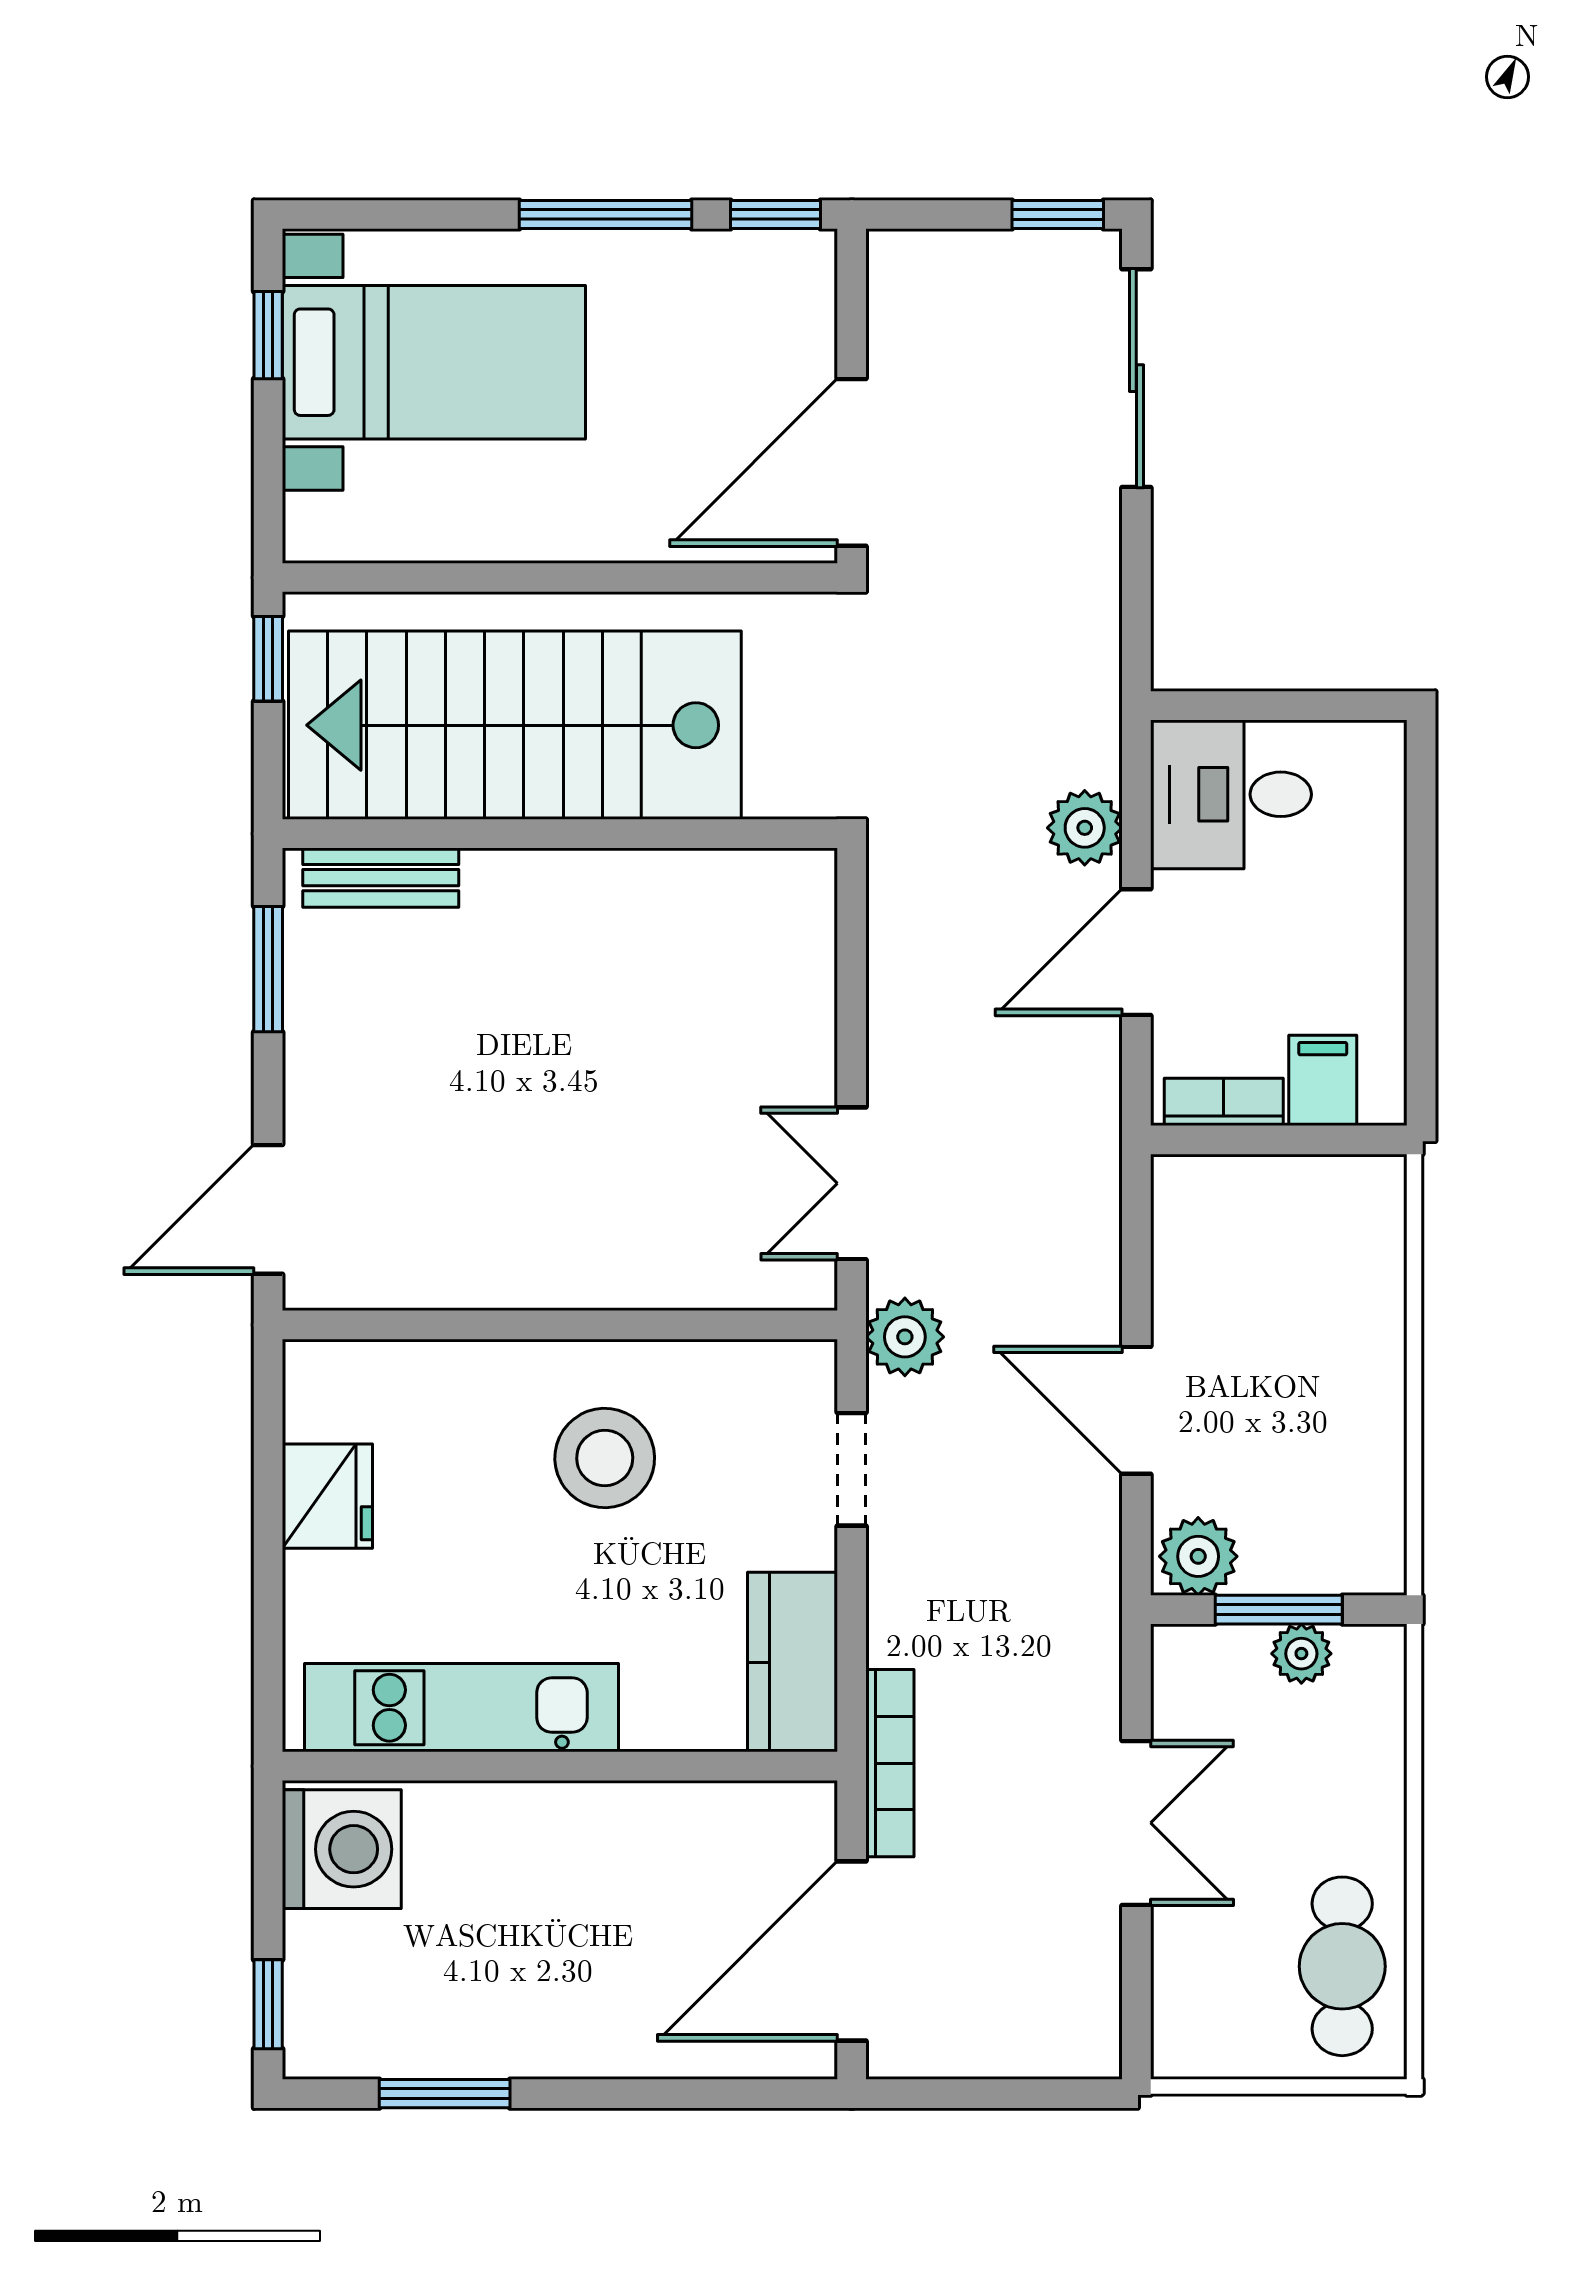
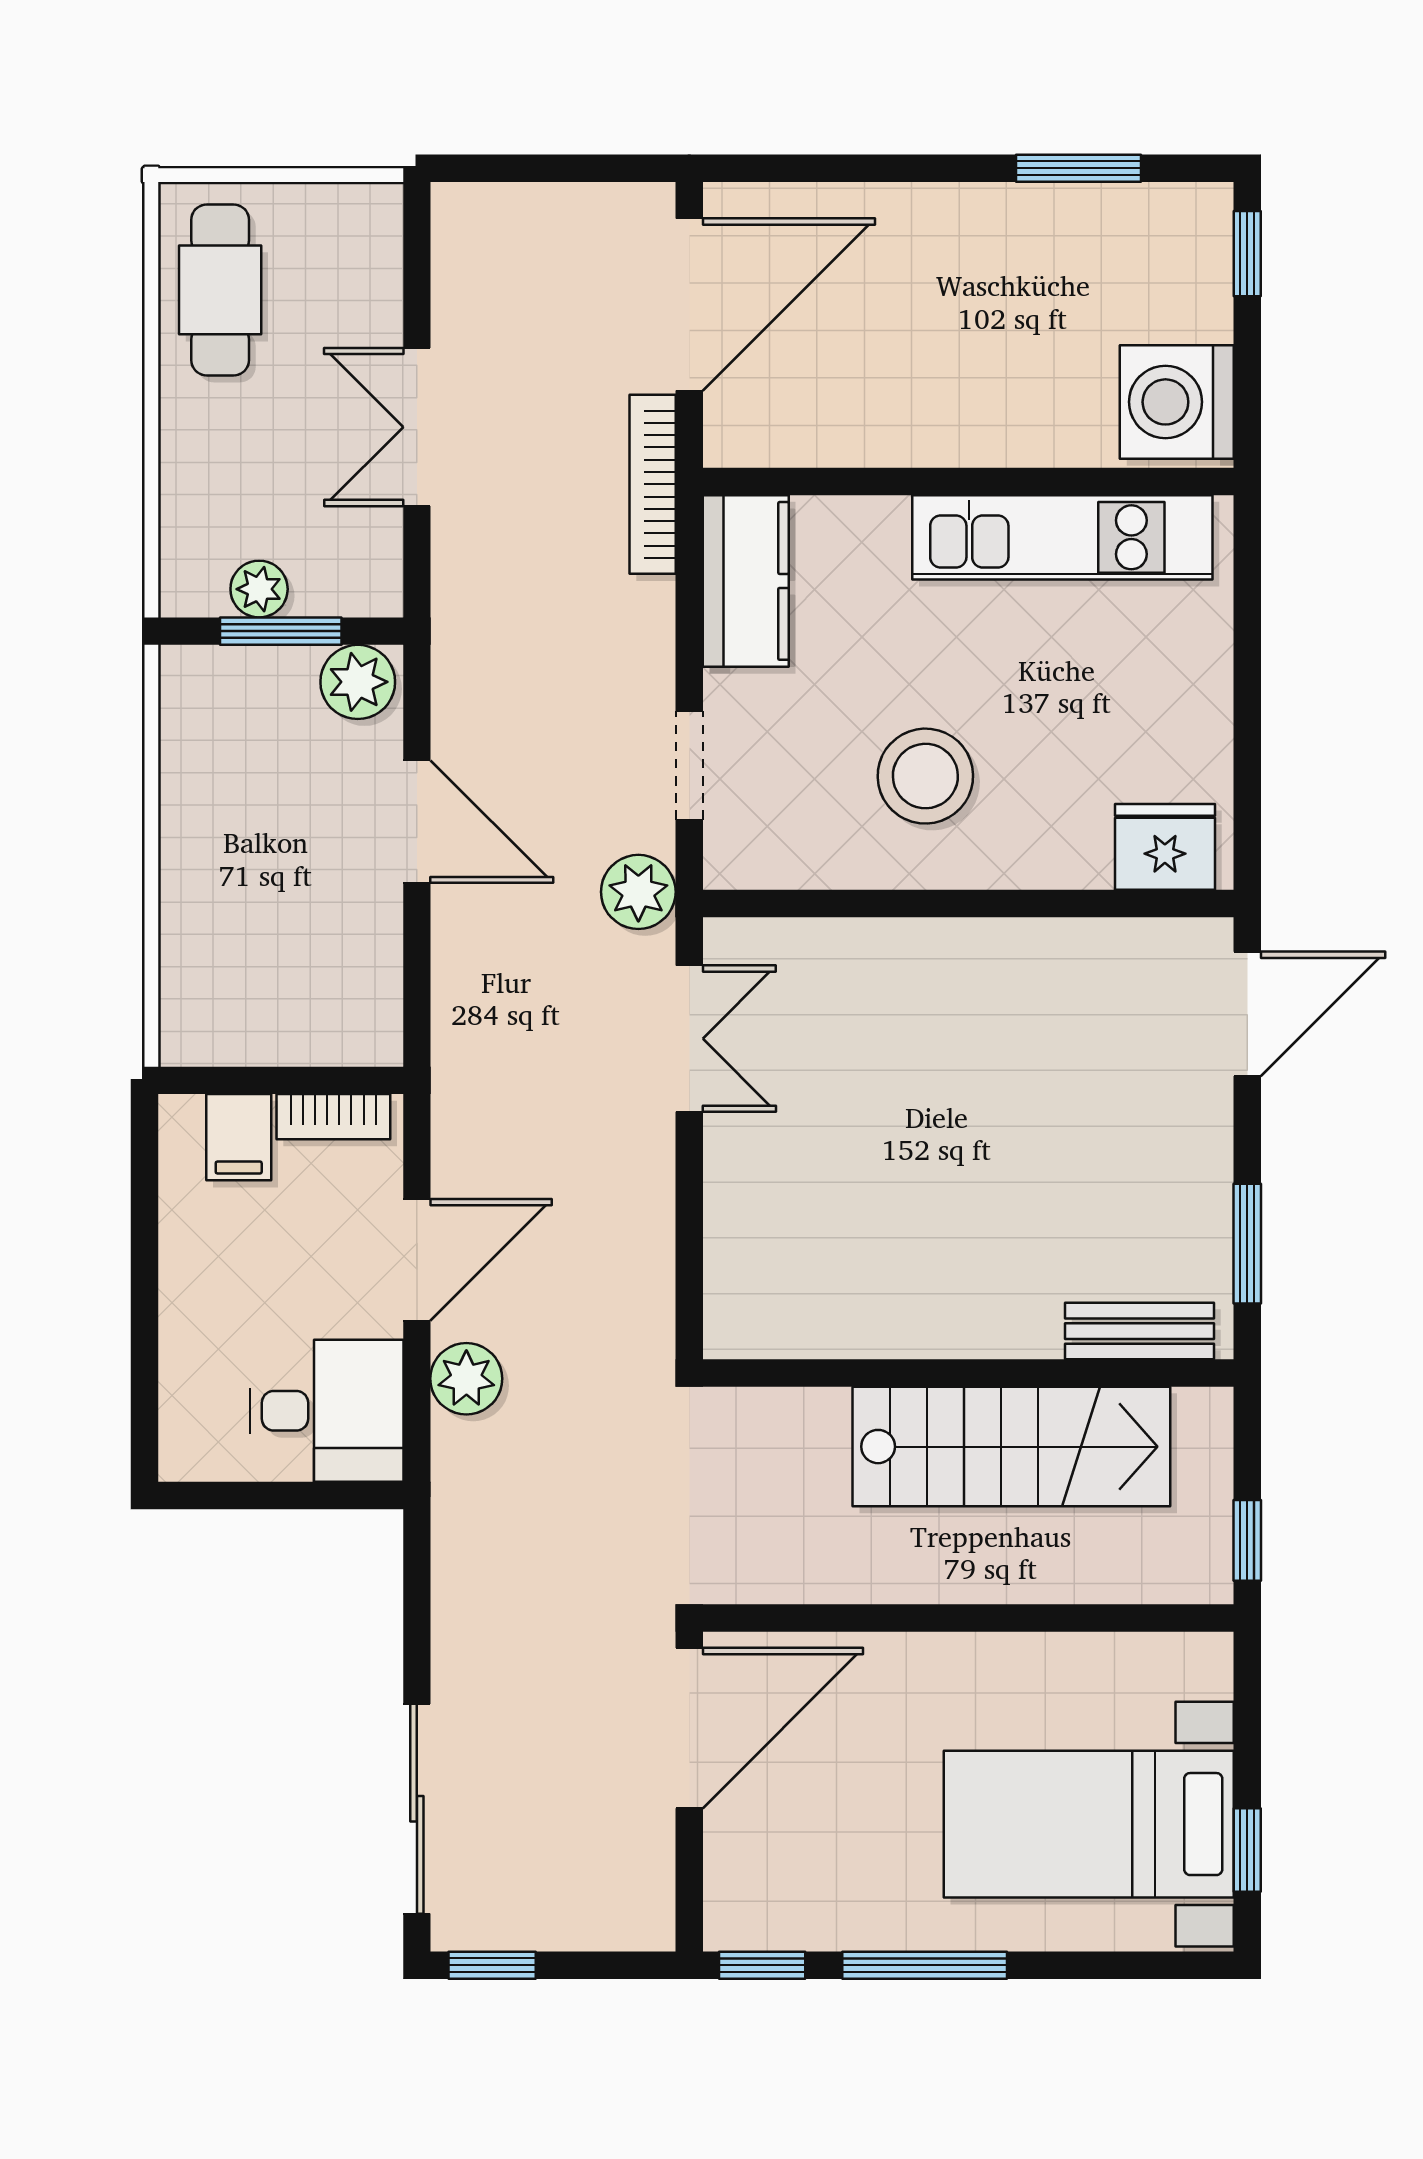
stairs: (515, 725) -> (1011, 1447), width x0.73, depth x0.66
fridge: (327, 1496) -> (1165, 847), moved, turned 90

